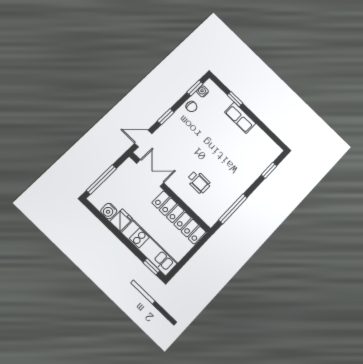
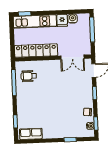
row of seats: (240, 118) -> (31, 134), moved
wheelchair: (199, 182) -> (29, 76), moved

